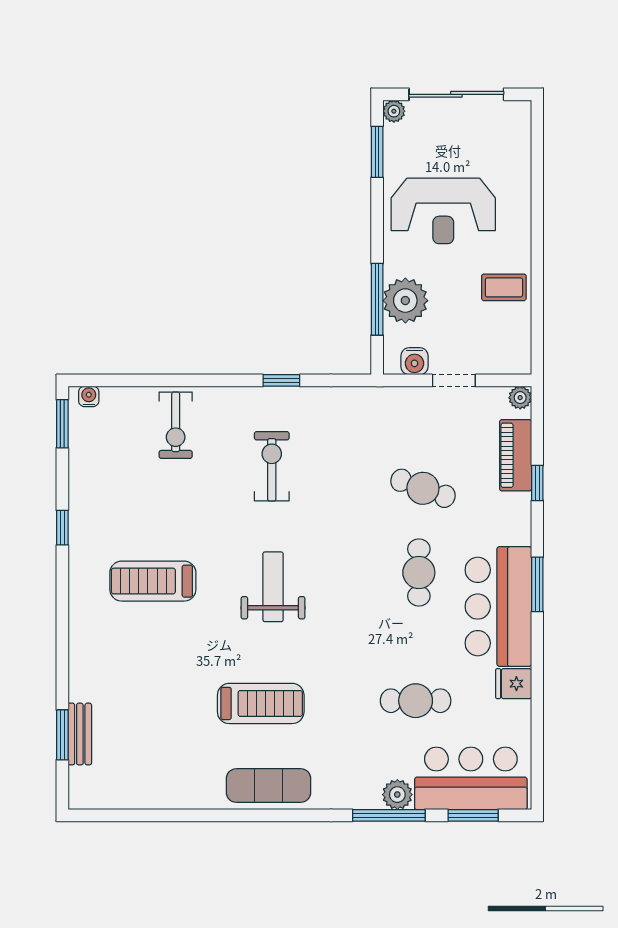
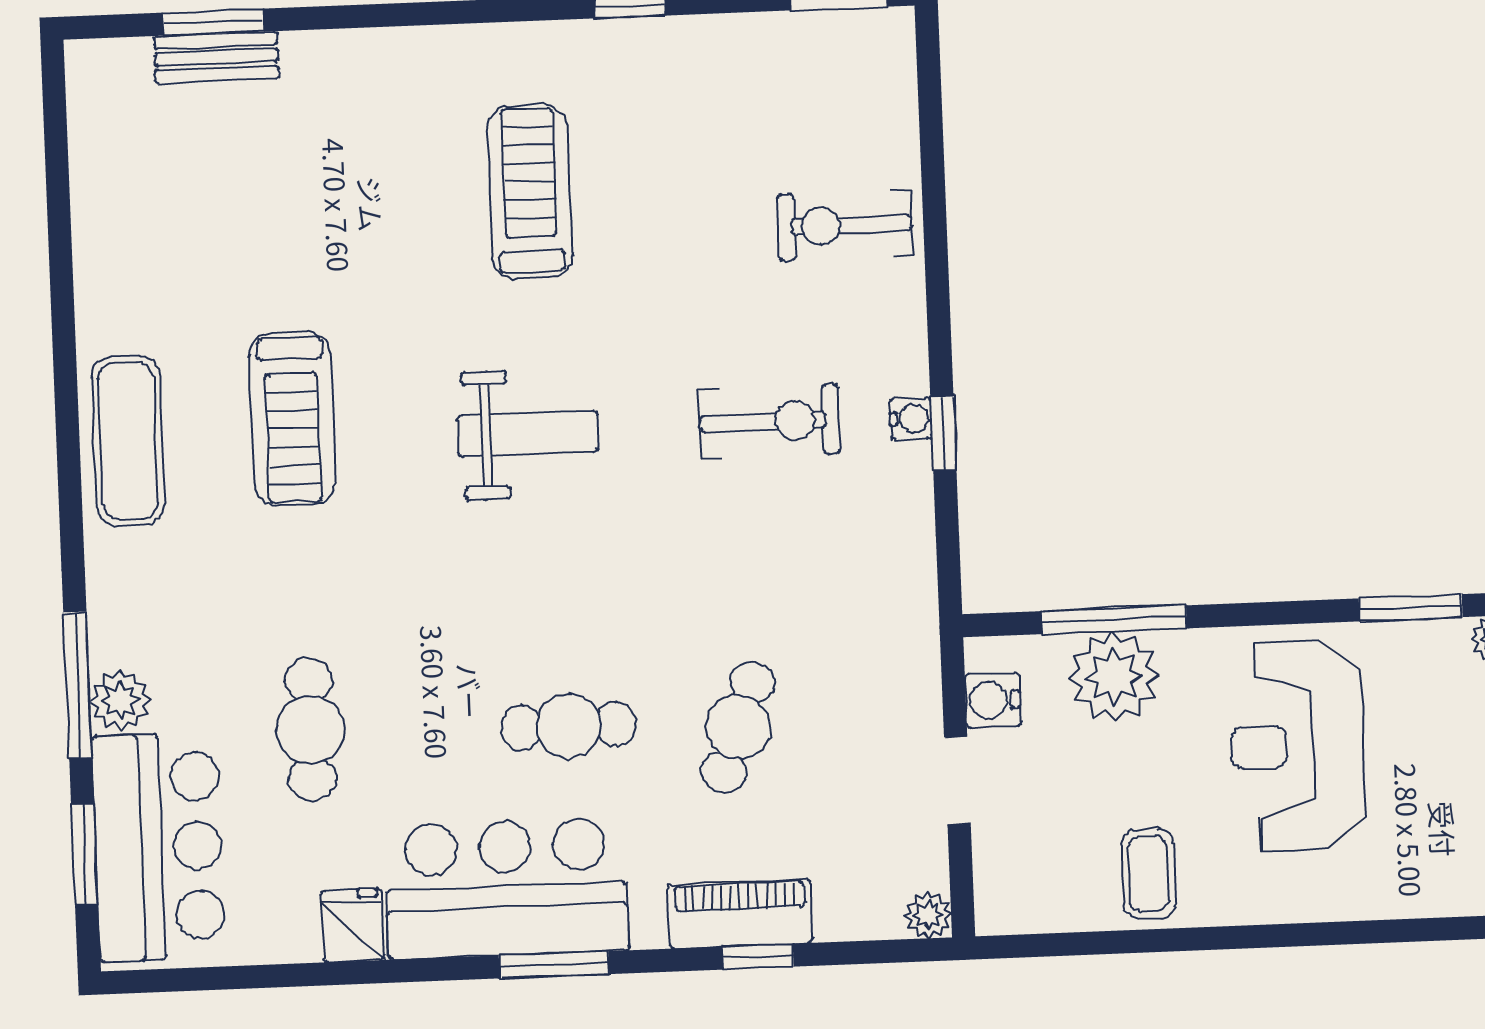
water cooler: (89, 396) -> (911, 419), moved
piano: (516, 455) -> (740, 914), moved

